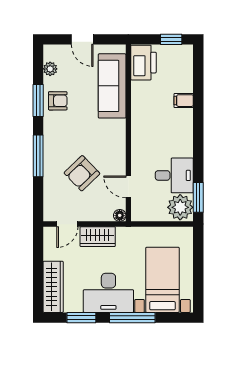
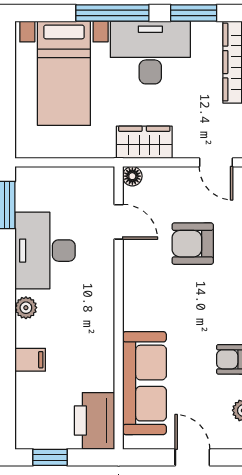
armchair: (82, 173) -> (193, 244), turned -136
desk: (174, 175) -> (45, 251), width x1.37
plant: (180, 207) -> (26, 308), moved, width x0.53, depth x0.53
door: (67, 224) -> (216, 162), swing flipped
wardrobe: (98, 237) -> (144, 142), moved

